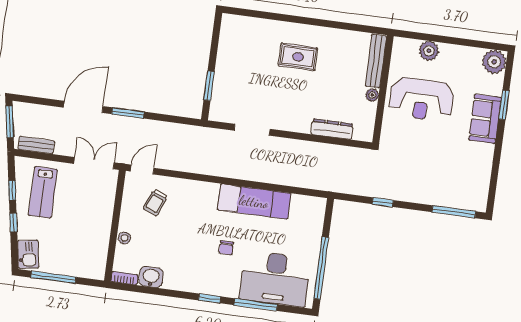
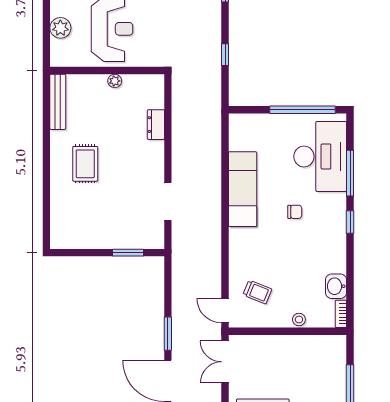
bench: (376, 61) -> (58, 102), moved, turned 90
dresser: (332, 129) -> (156, 125), width x0.70

